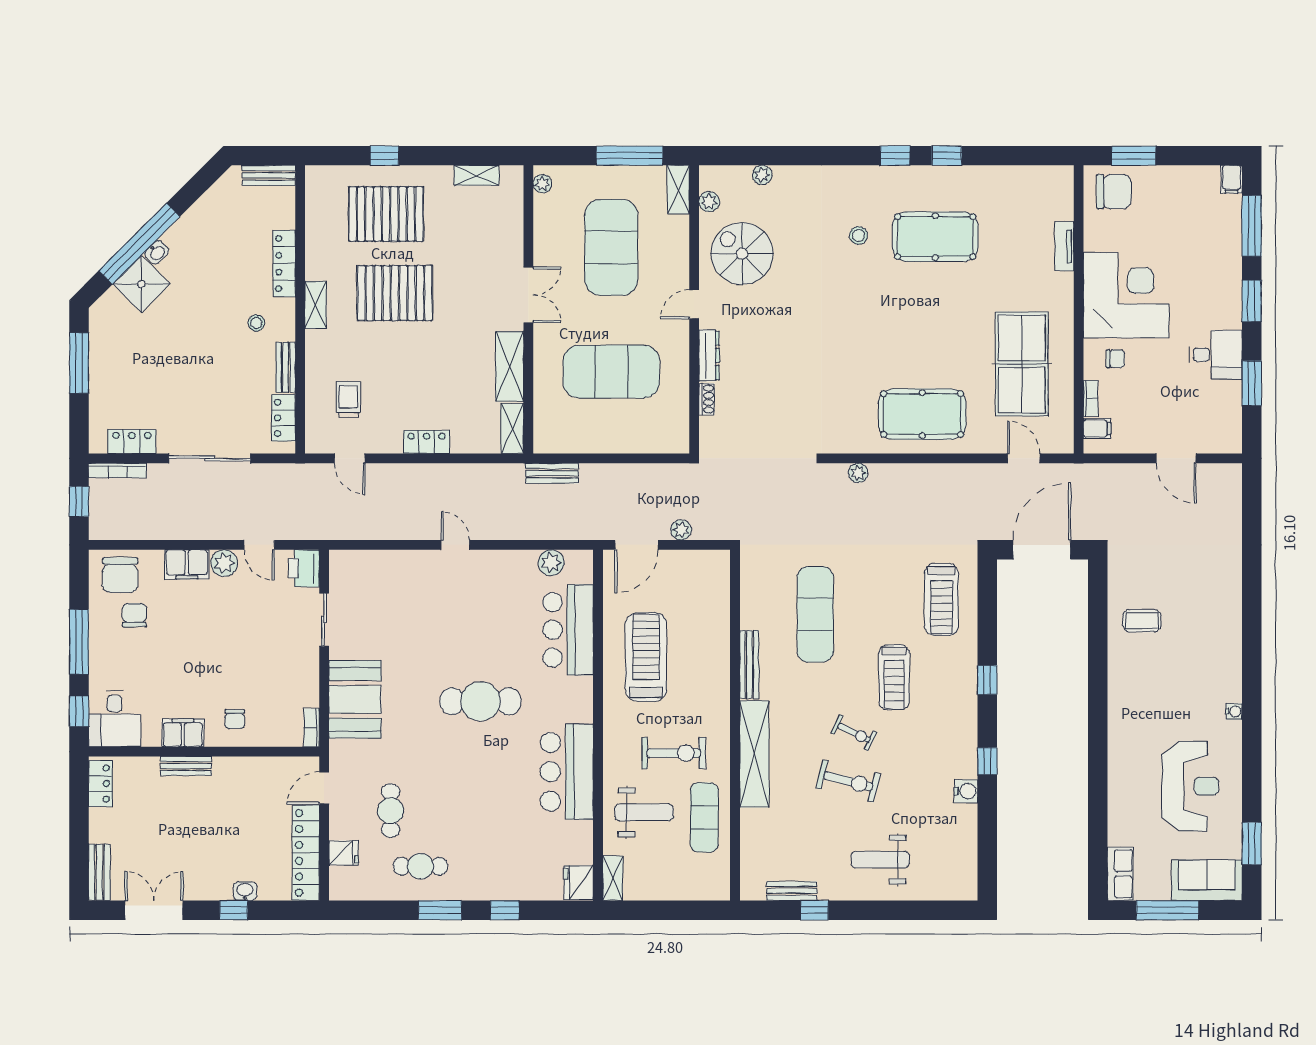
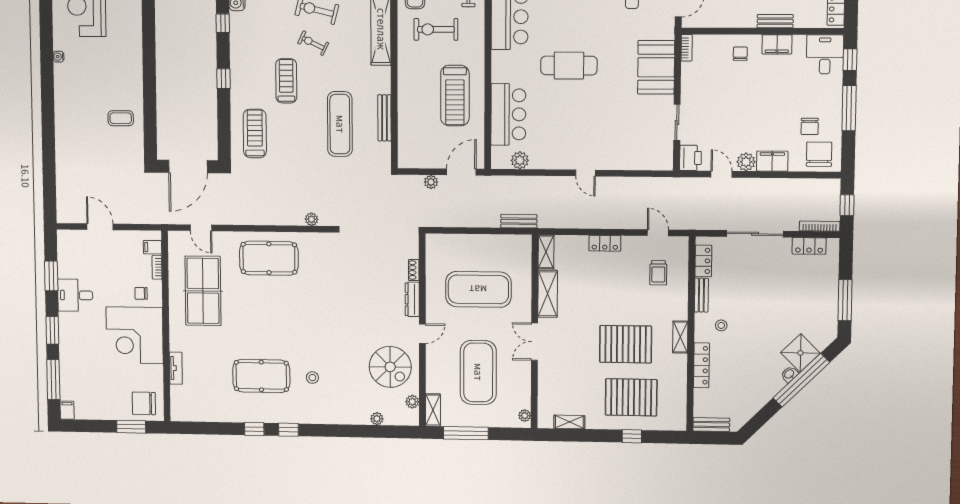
bench: (749, 665) -> (384, 118), moved

